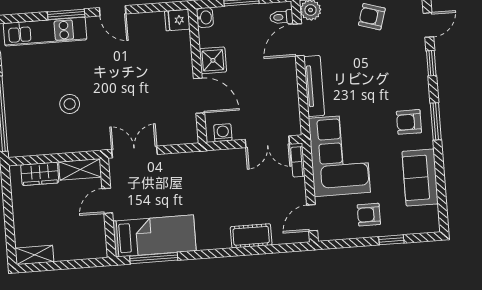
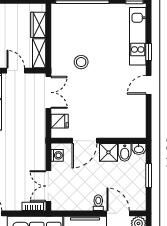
window: (66, 14) -> (149, 52), width x0.67
toilet: (281, 17) -> (98, 203), moved
fridge: (177, 20) -> (60, 121), moved, turned 90
bidet: (211, 37) -> (125, 152), added
stool: (70, 104) -> (81, 62), moved

